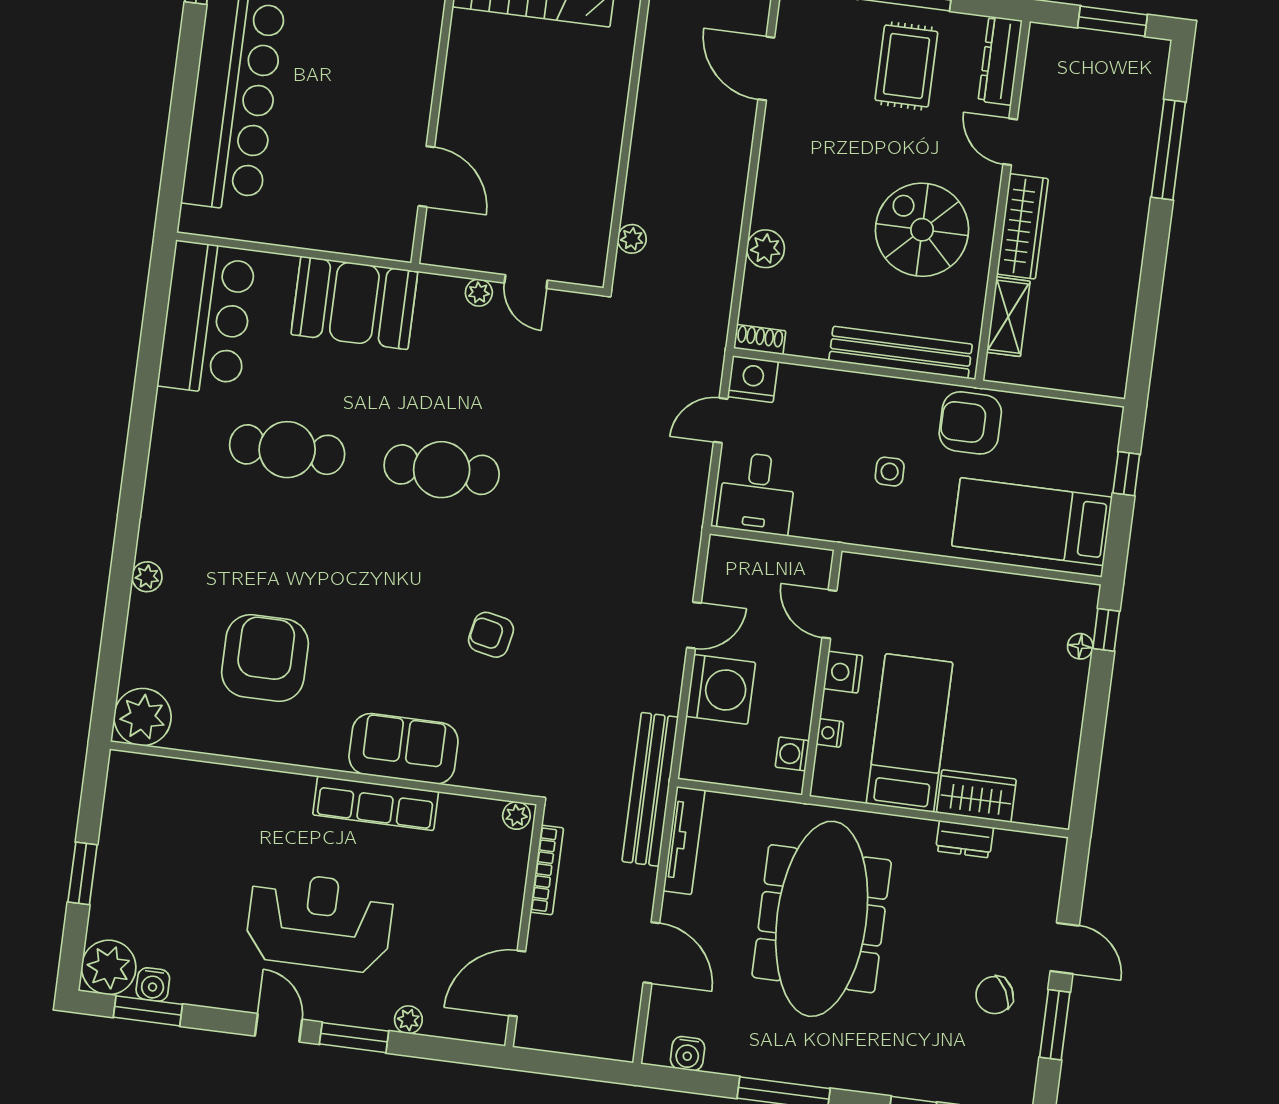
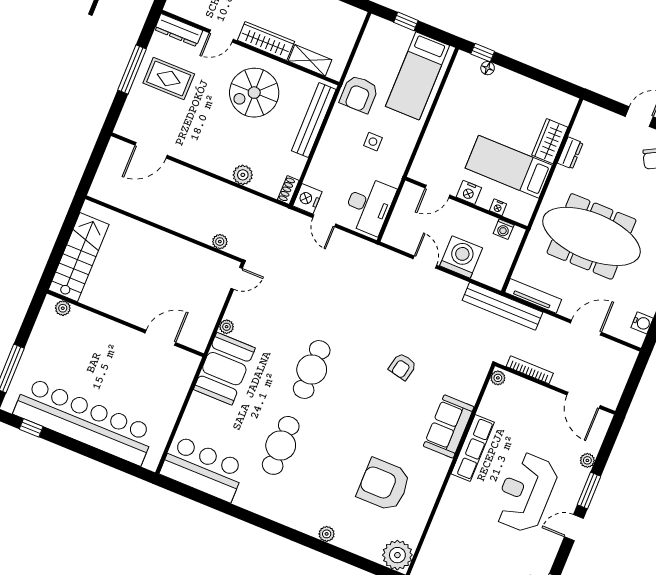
door: (526, 282) -> (237, 278), moved
booth: (354, 303) -> (224, 369), moved
desk: (757, 493) -> (369, 206), width x1.37

